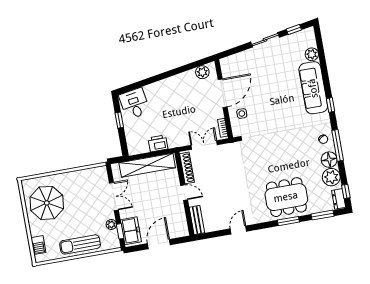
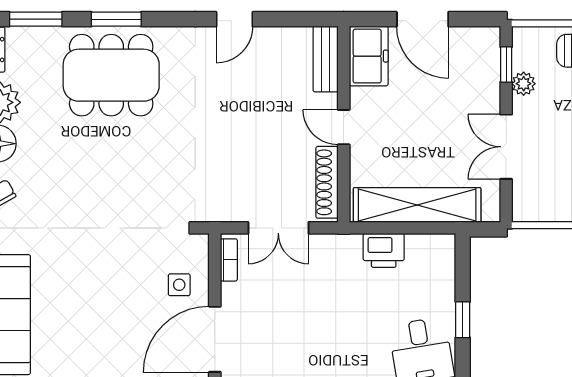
freezer: (131, 231) -> (369, 56), moved, turned 180
door: (159, 244) -> (423, 19), hinge flipped

